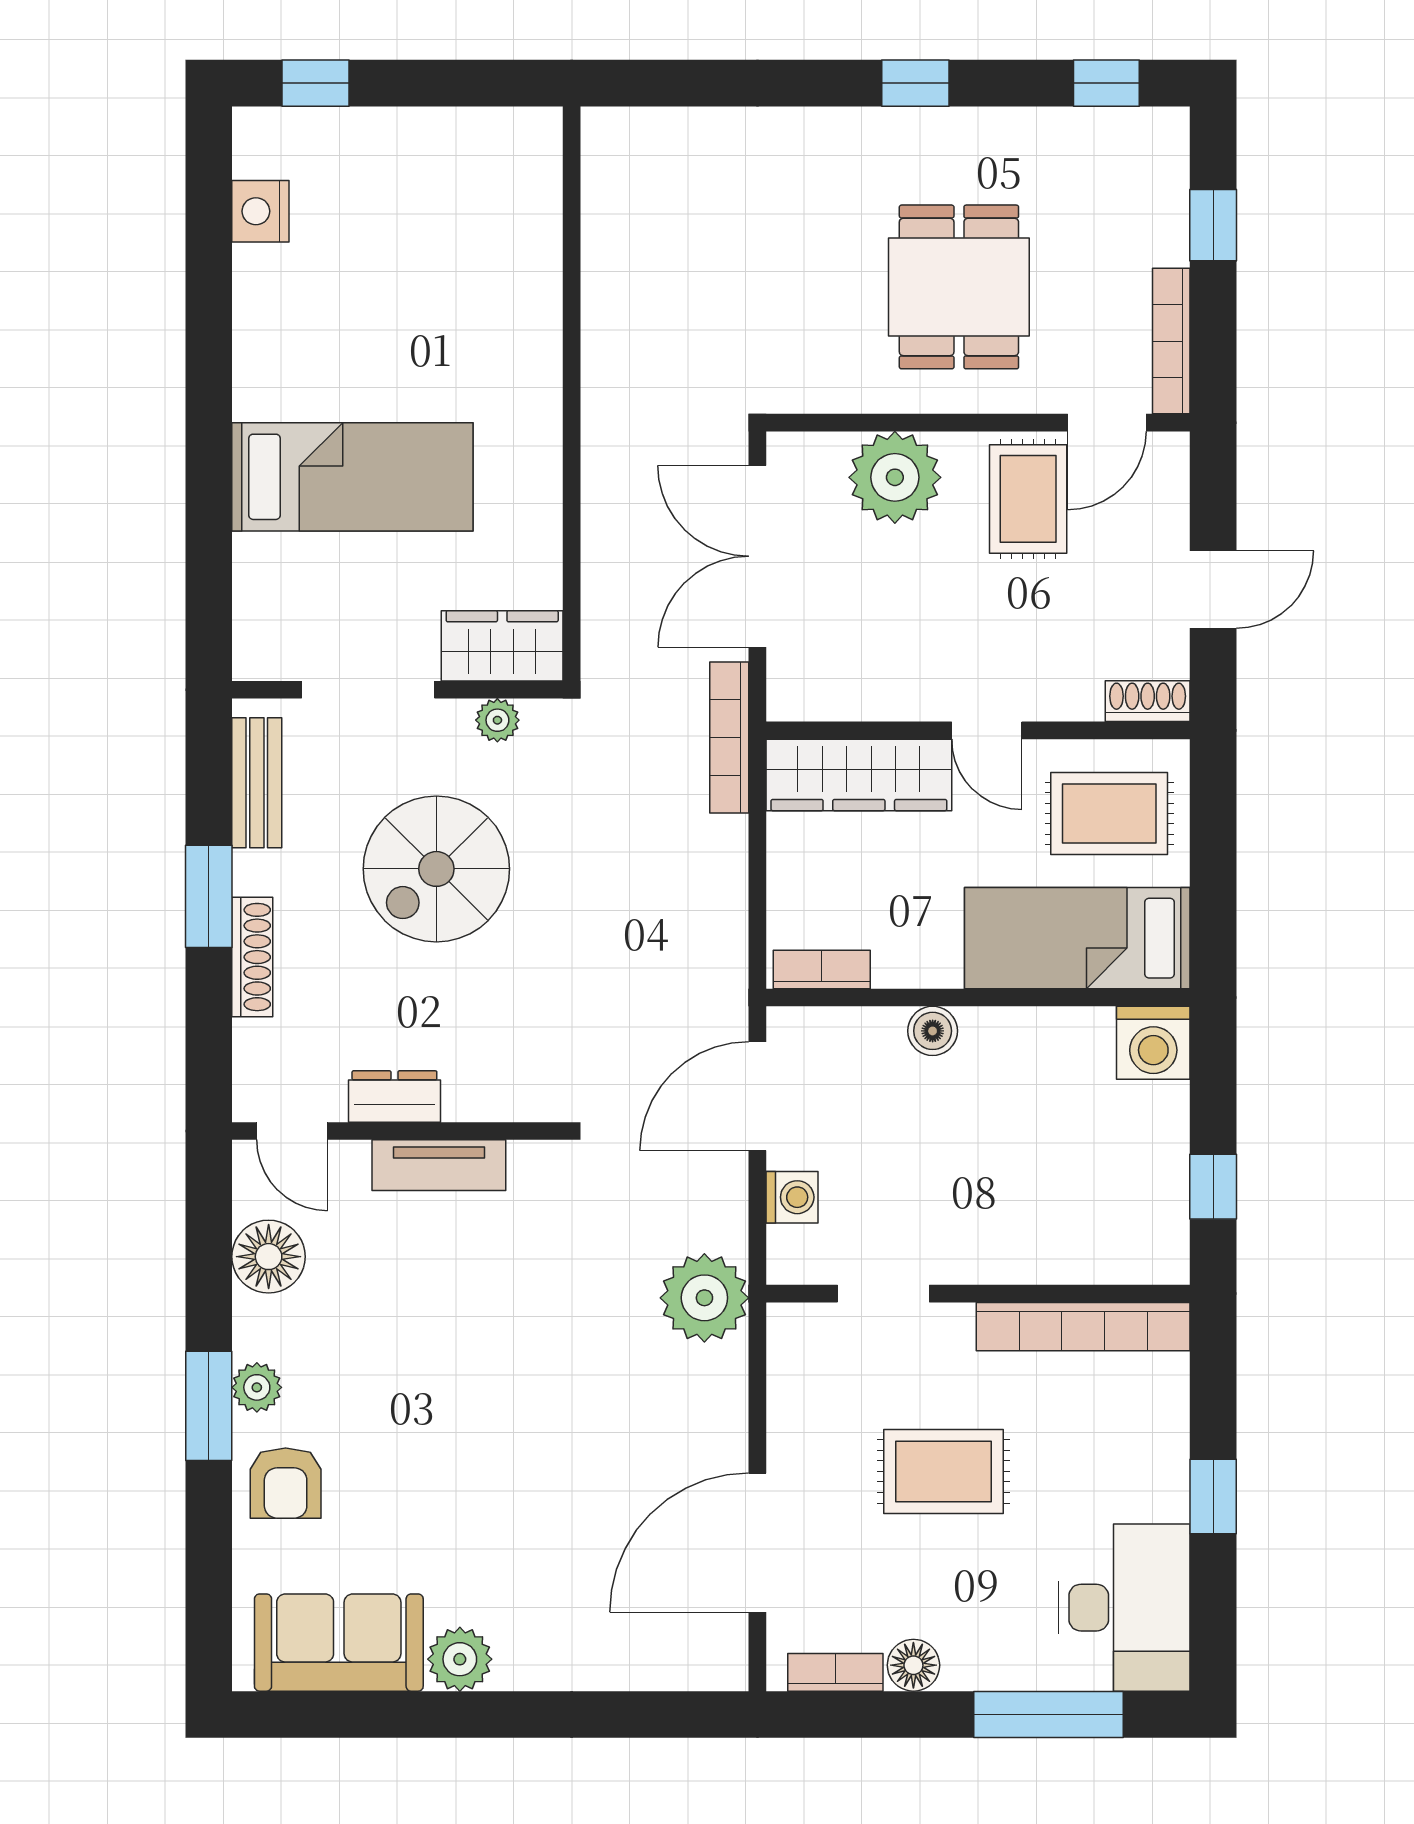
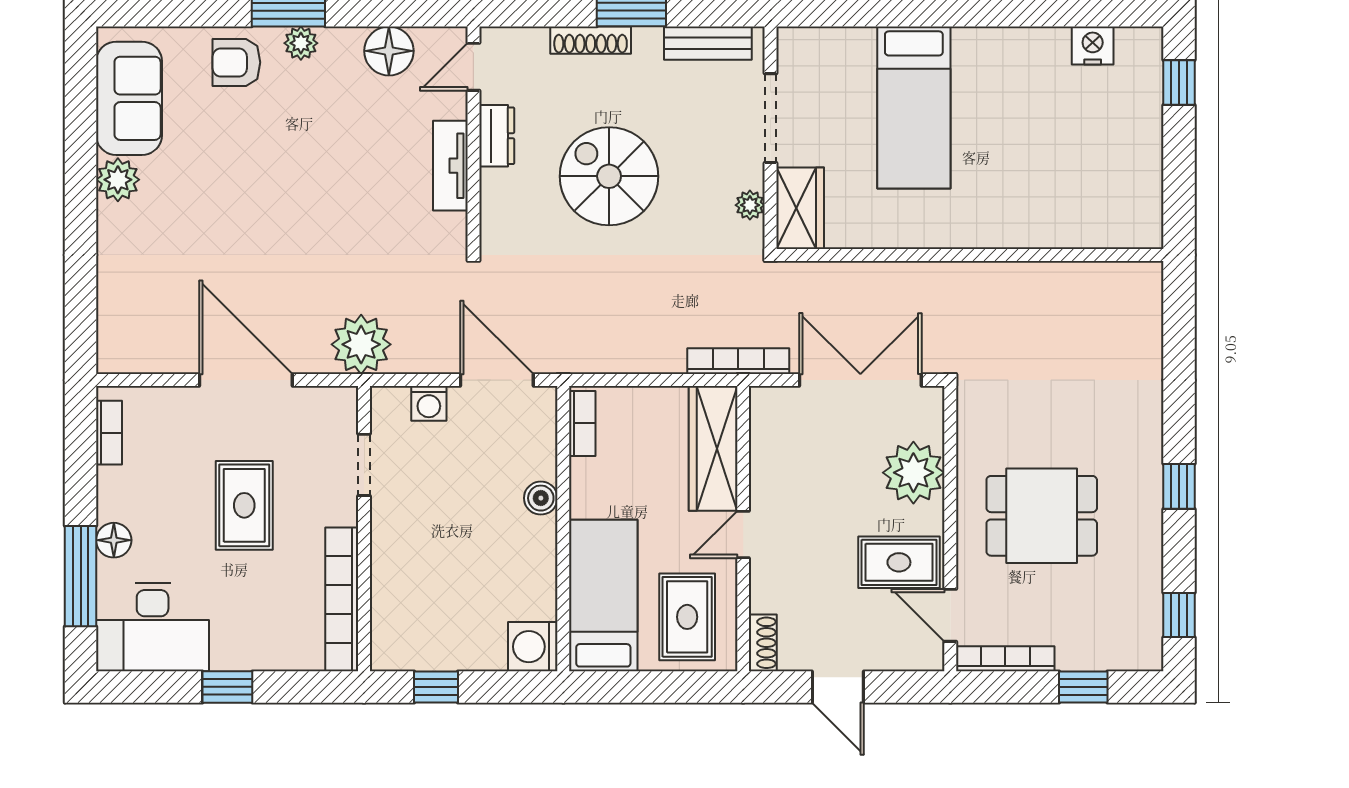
spiral stairs: (436, 869) -> (609, 176), moved
door: (757, 1543) -> (246, 380), moved
floor lamp: (913, 1665) -> (114, 540), moved

